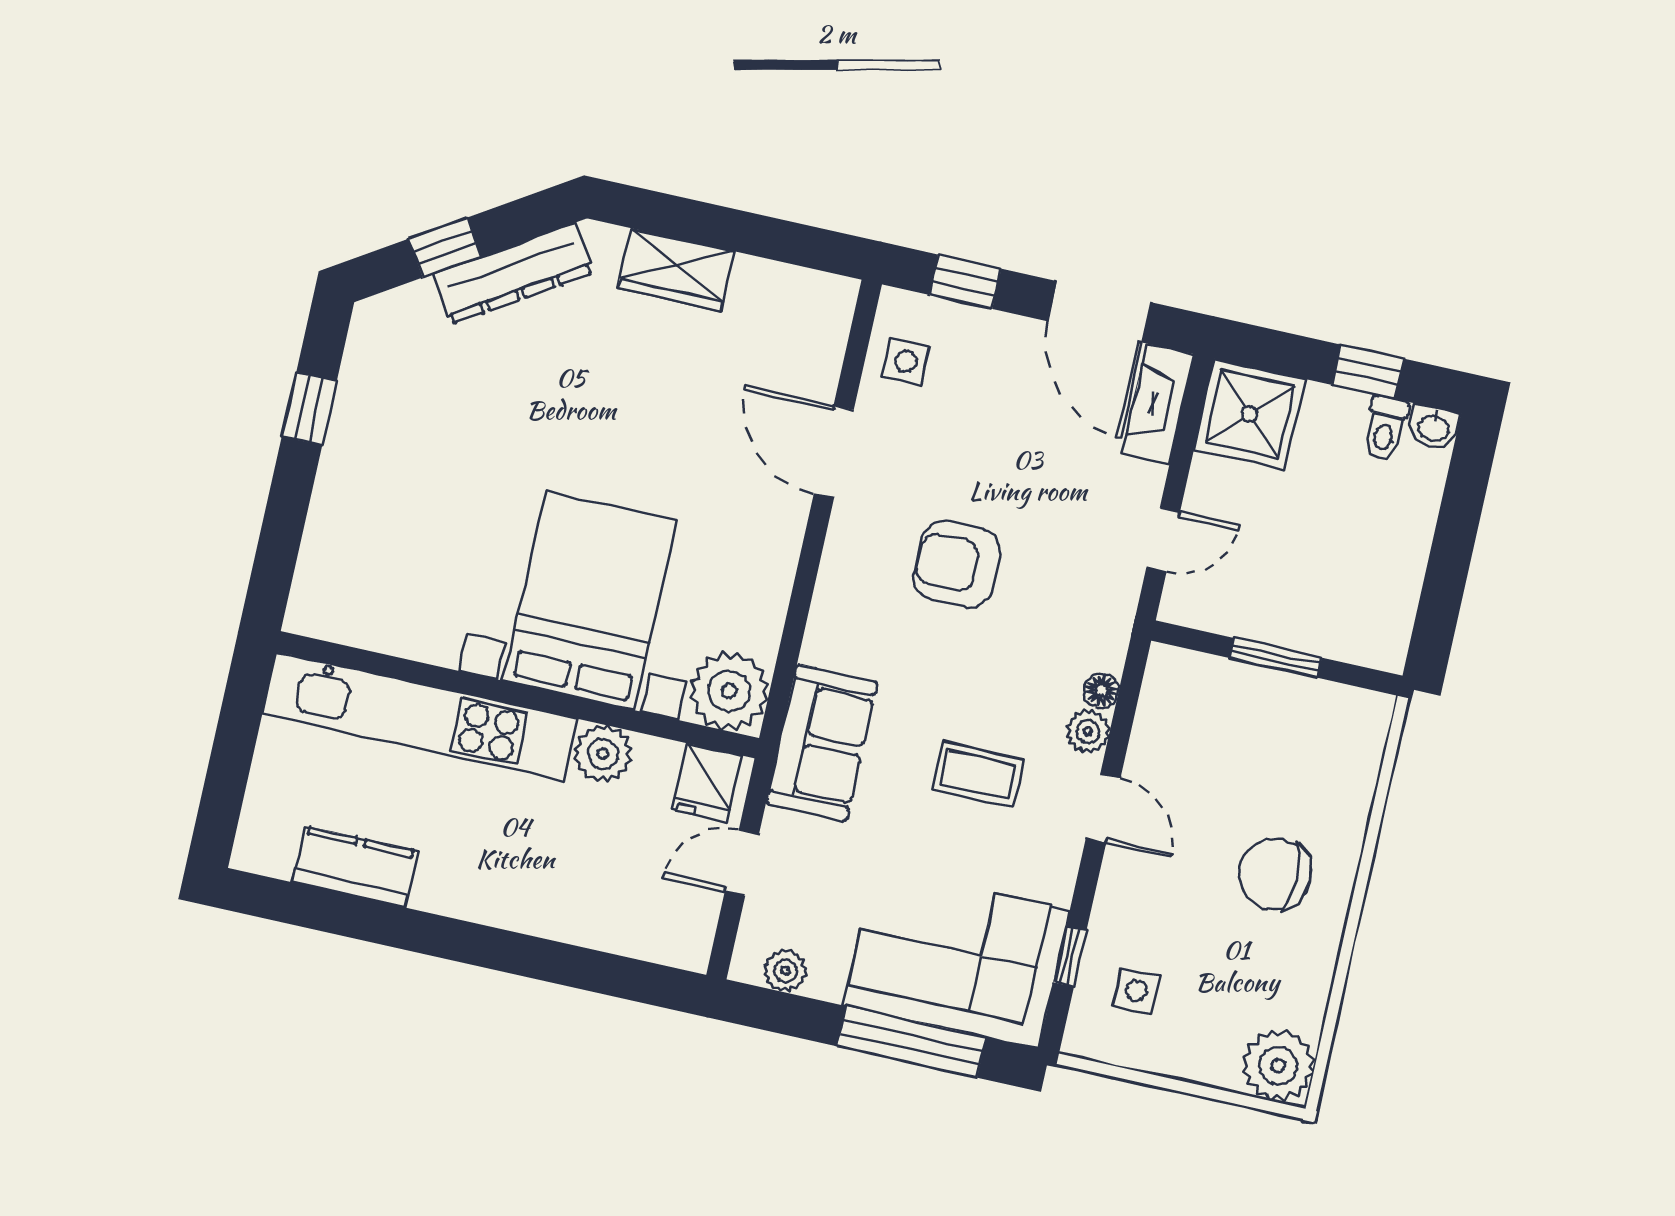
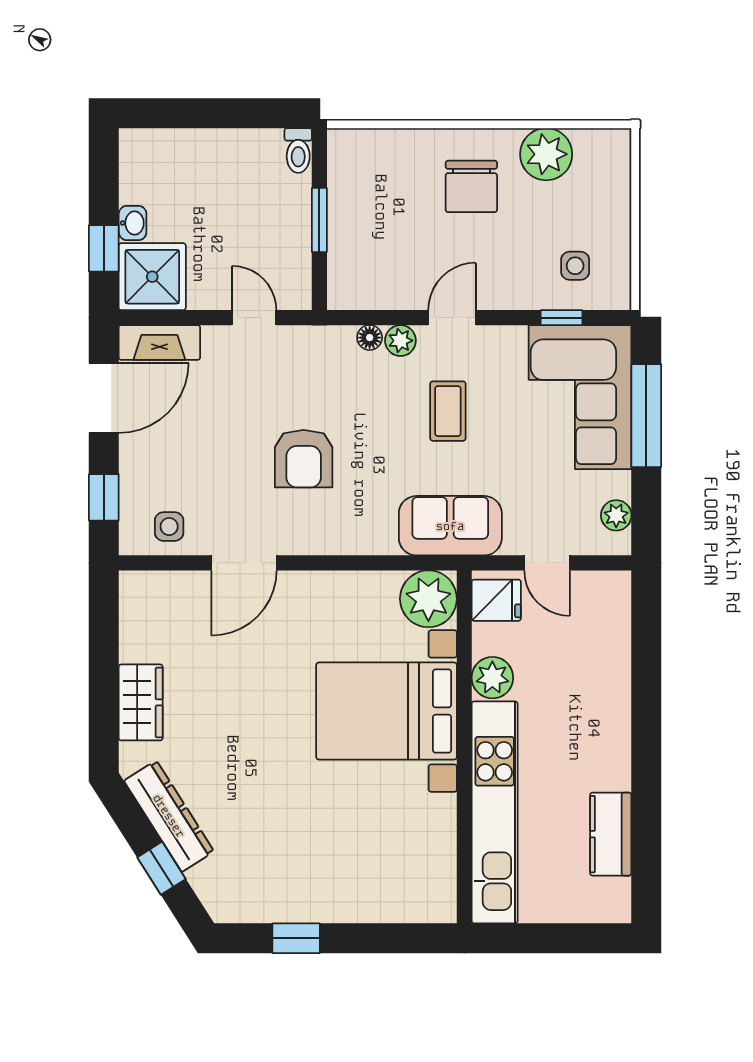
window: (1368, 372) -> (104, 248), moved
washbasin: (1434, 427) -> (133, 223), moved
toilet: (1385, 429) -> (298, 150), moved, turned 90
plant: (1278, 1066) -> (546, 154), moved

